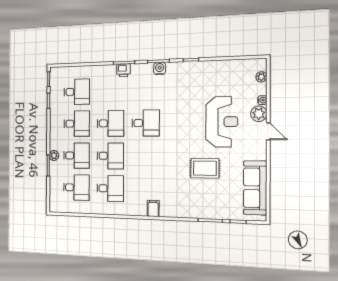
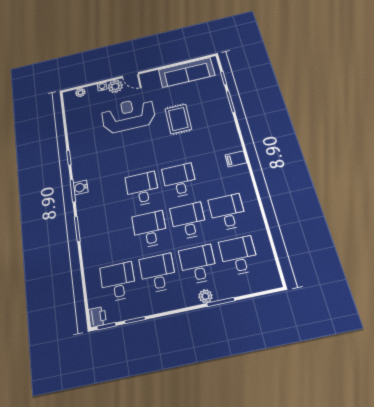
printer: (124, 70) -> (97, 317), moved
door: (268, 131) -> (130, 75), swing flipped
desk: (145, 156) -> (179, 180), added

